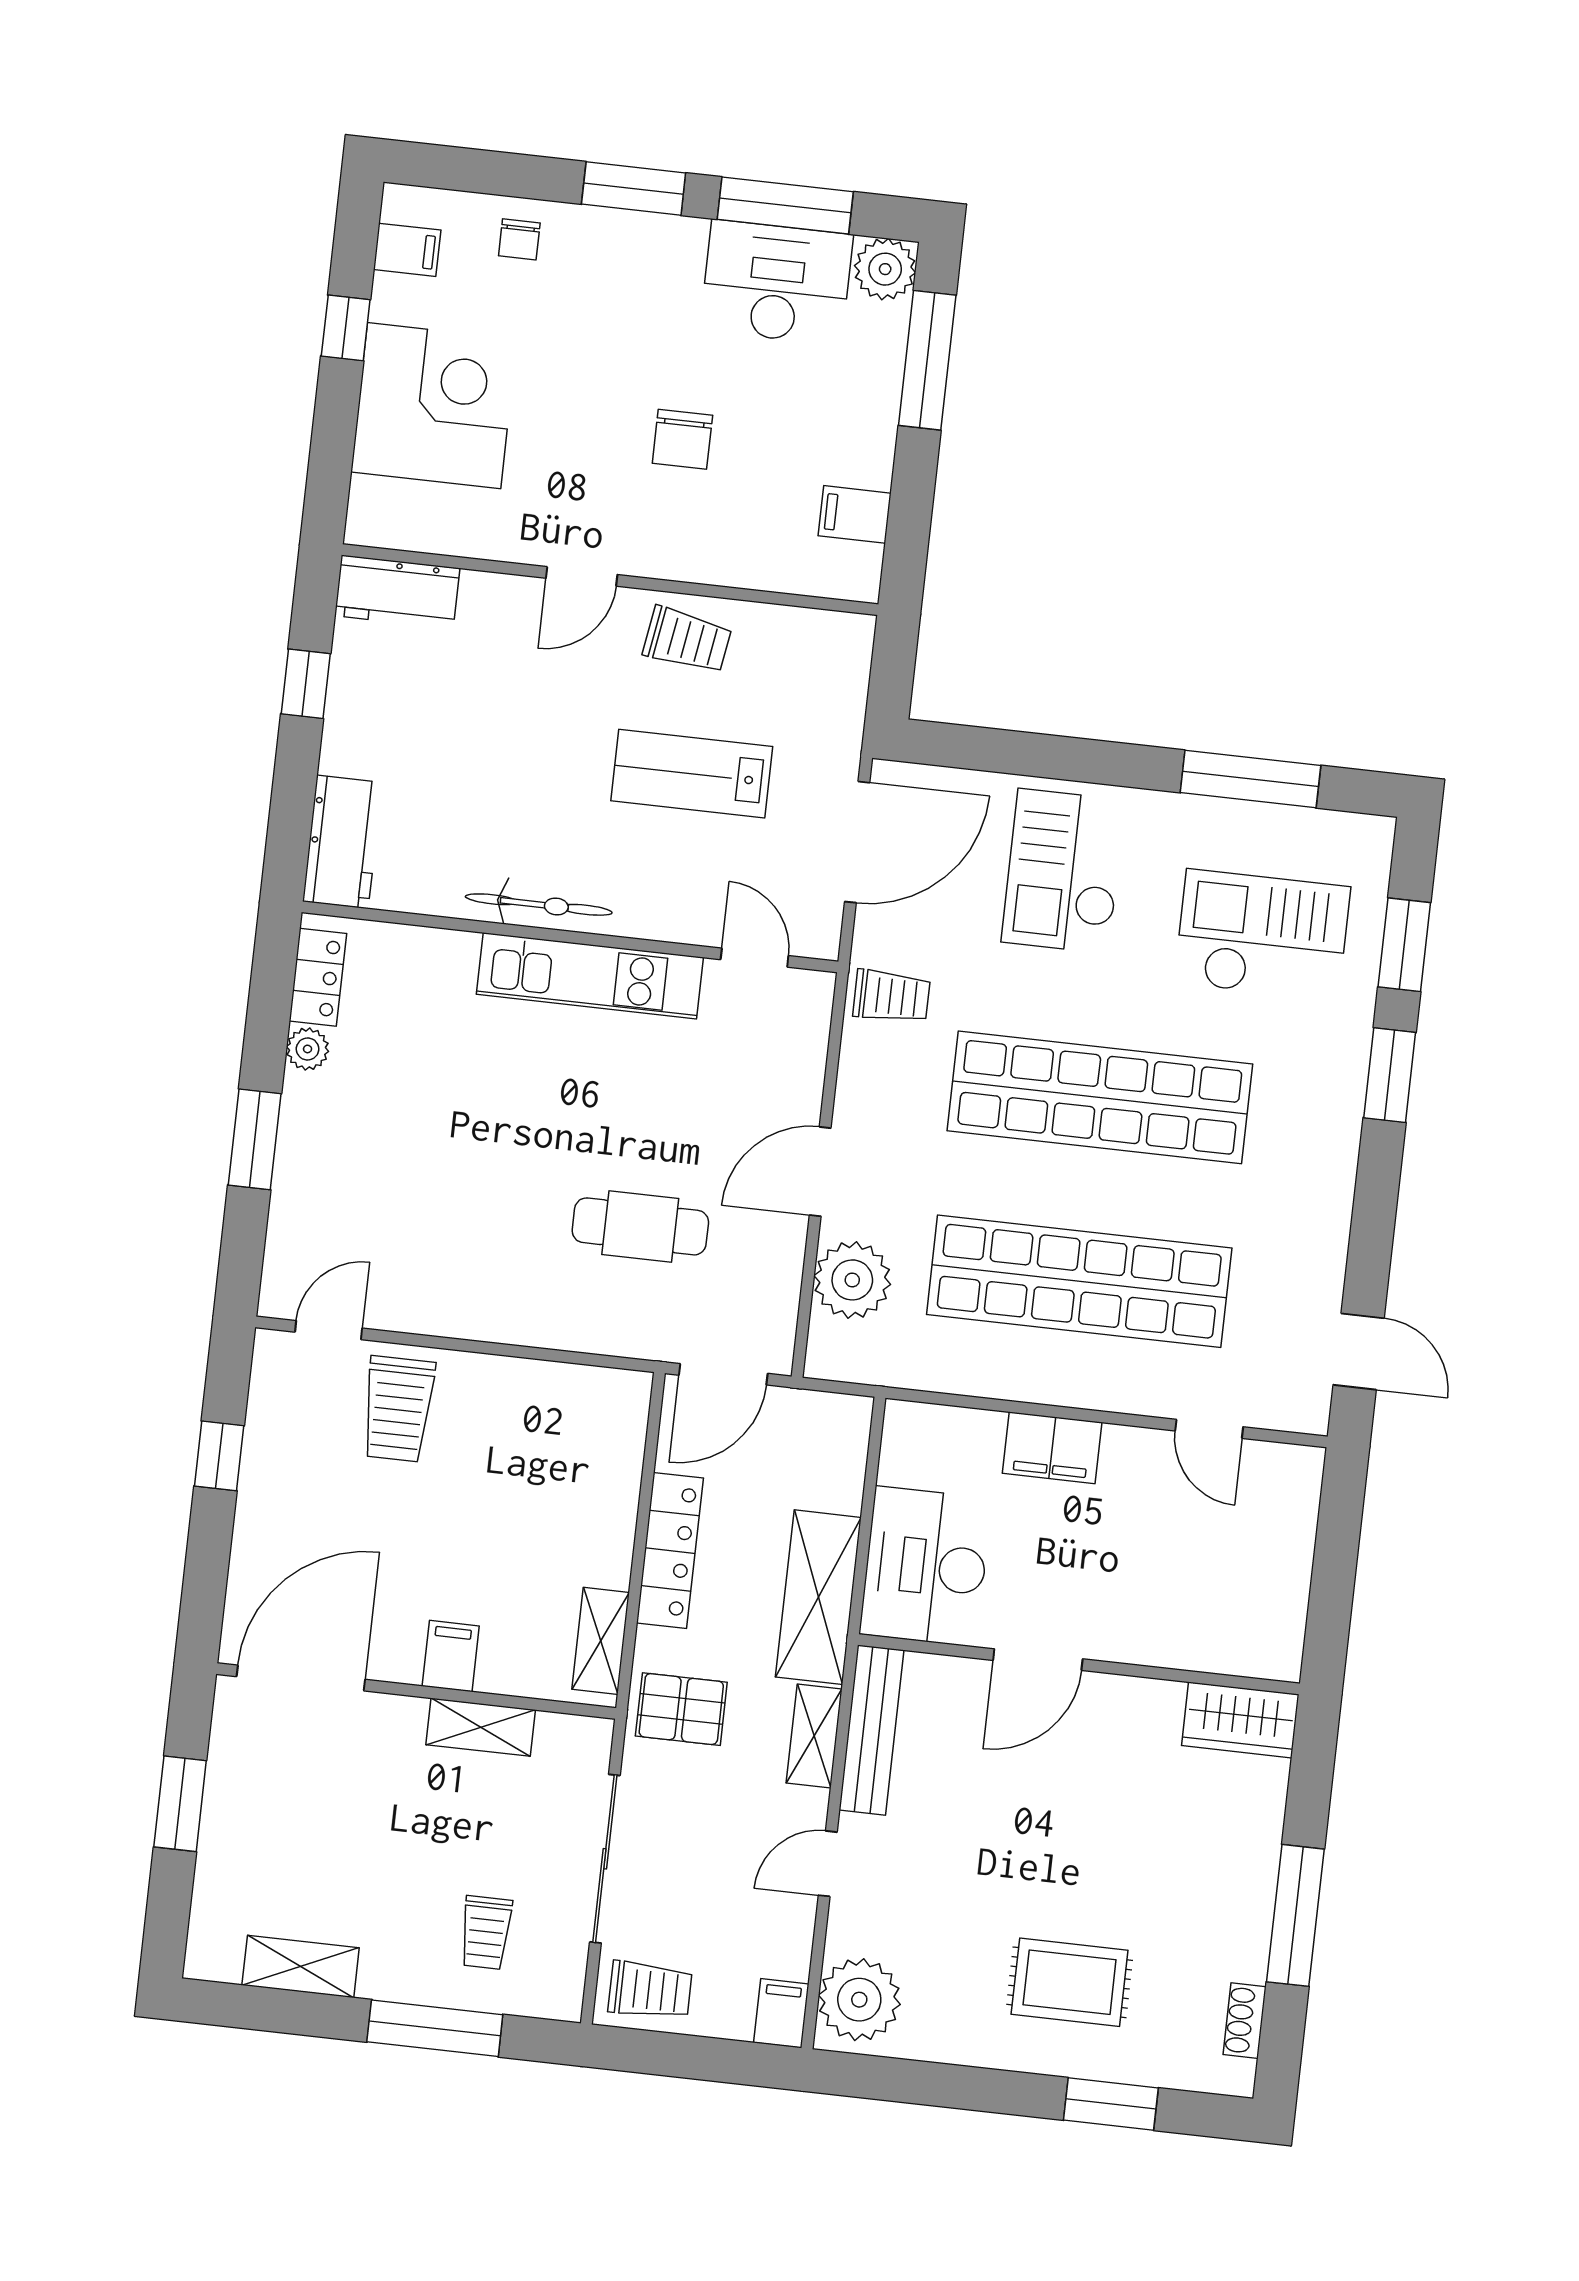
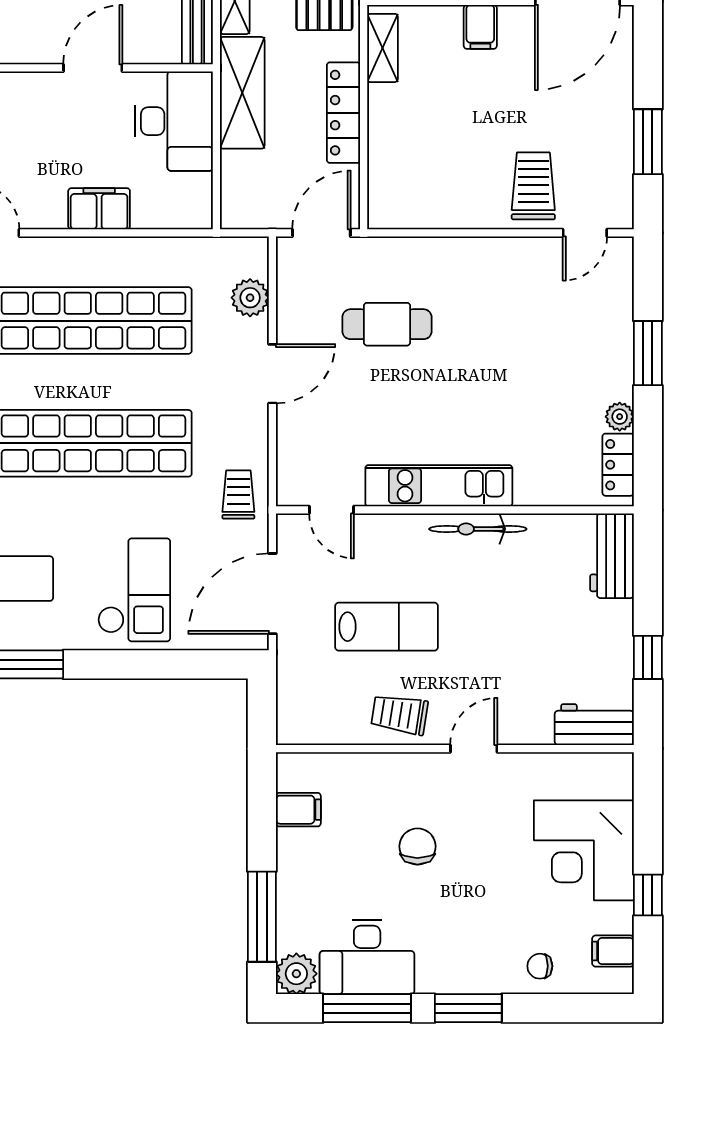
chair: (519, 239) -> (540, 966), turned -90
trolley: (891, 996) -> (238, 495), turned 90
plant: (852, 1280) -> (250, 298), width x0.73, depth x0.73
window: (219, 1456) -> (648, 142), width x1.50

